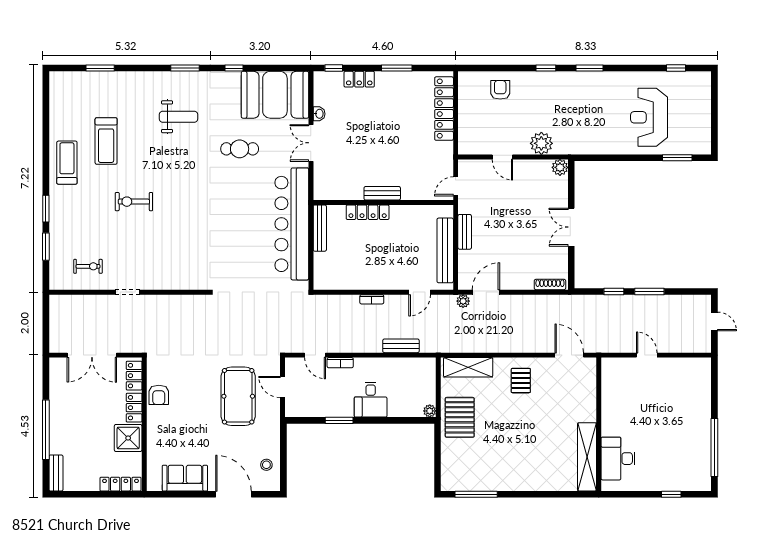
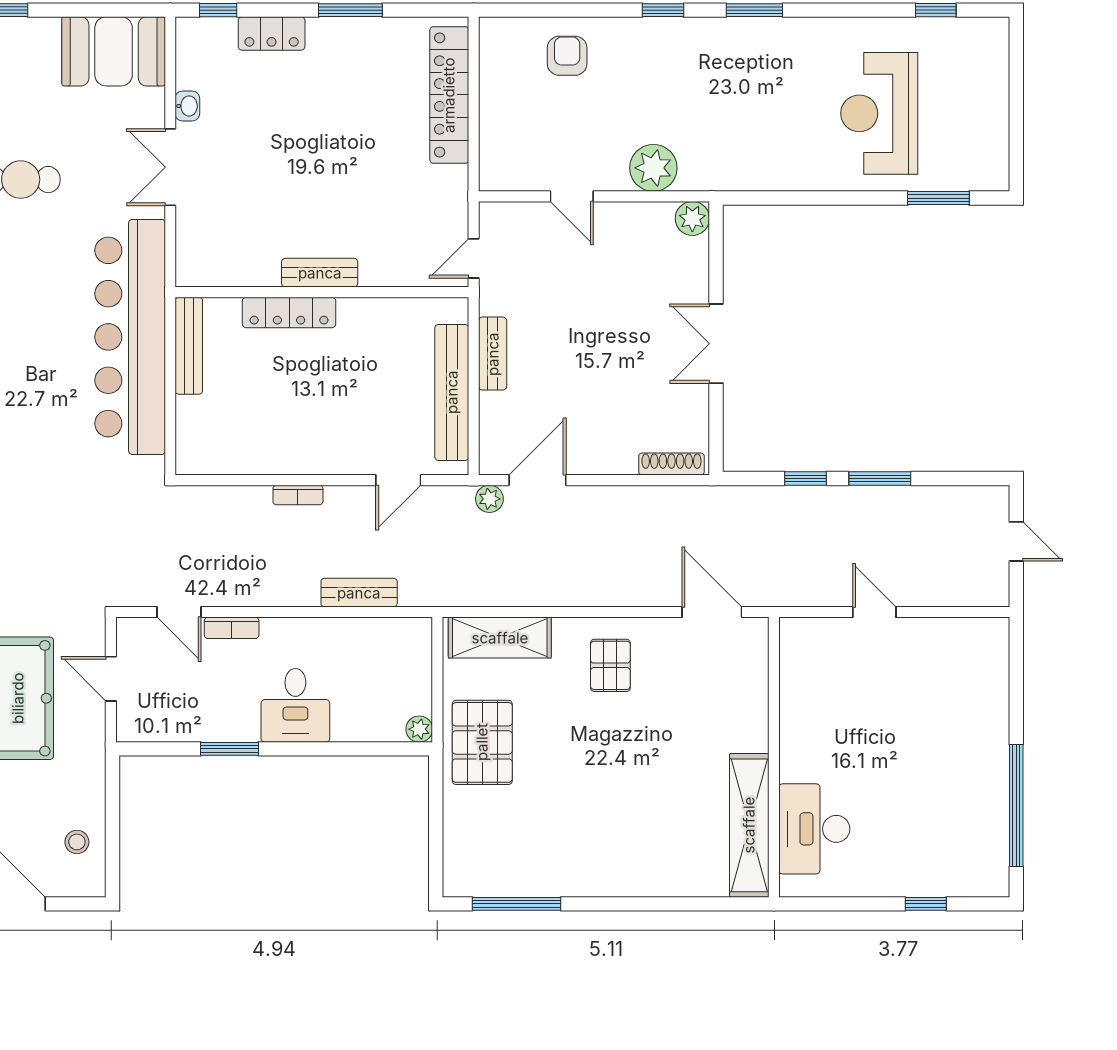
booth: (275, 95) -> (114, 51), width x0.73, depth x0.70

